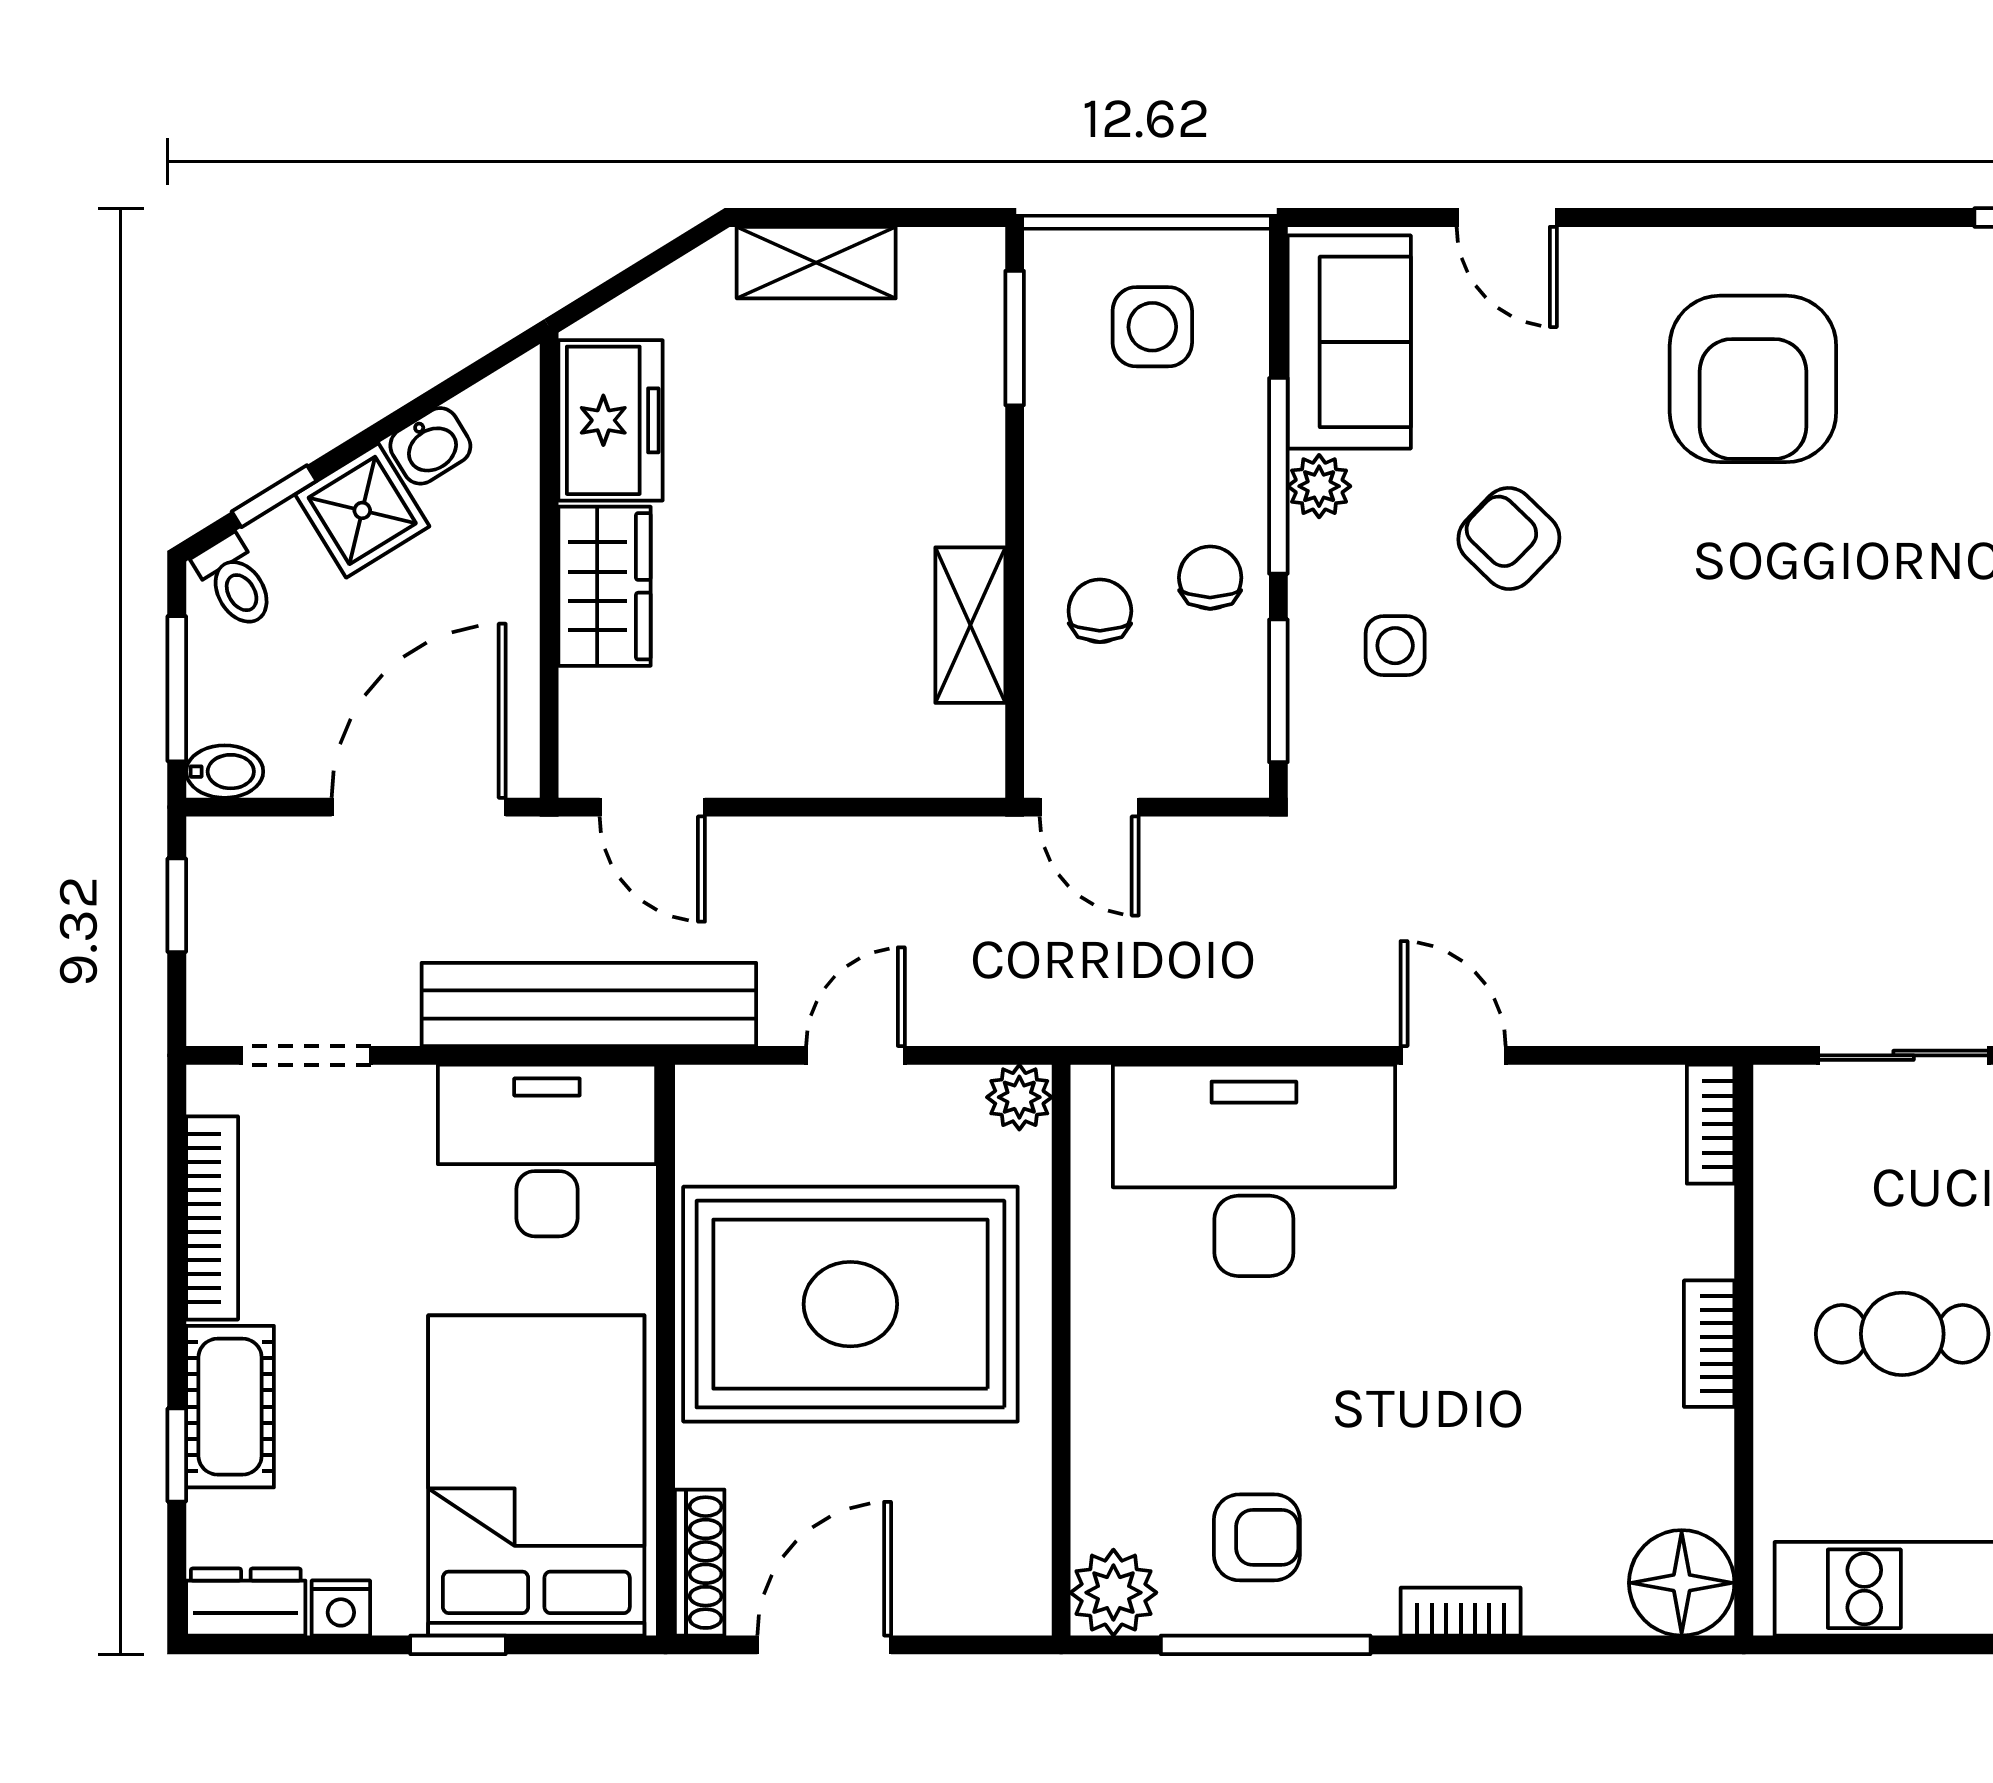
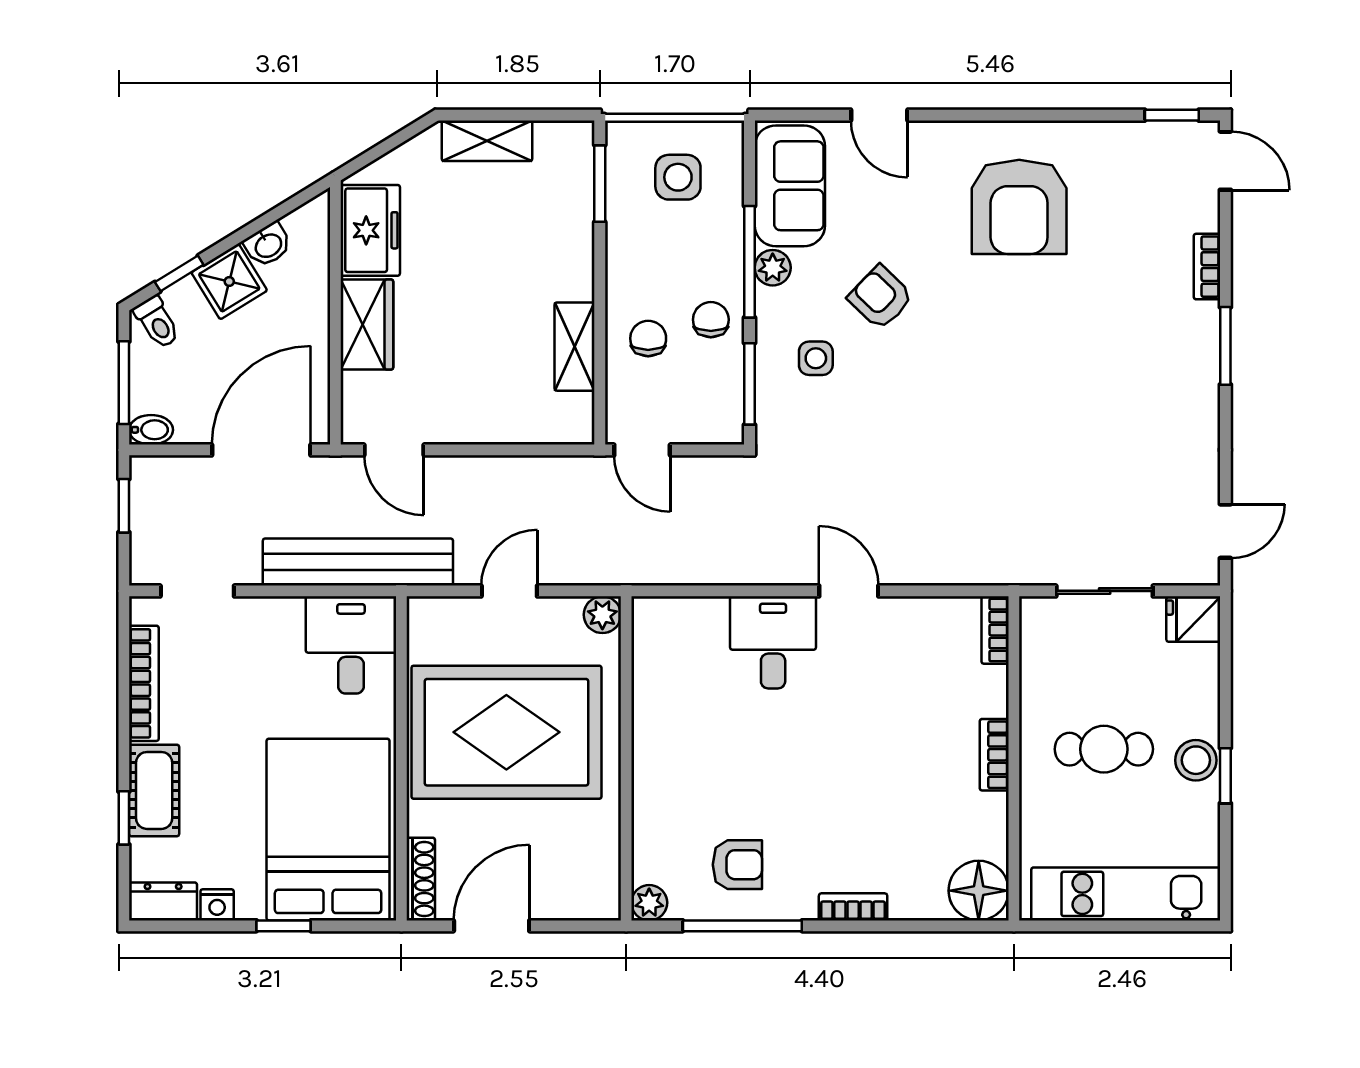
desk: (547, 1150) -> (351, 645), width x0.73
desk: (1254, 1170) -> (773, 642), width x0.53, depth x0.77
plant: (1113, 1593) -> (649, 903), width x0.73, depth x0.73

